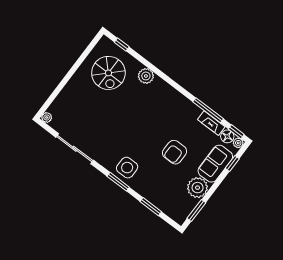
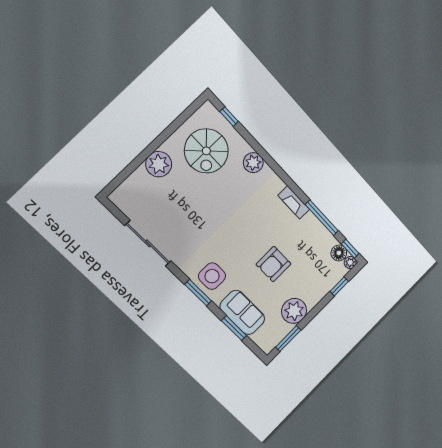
plant: (47, 117) -> (159, 164), moved, width x1.88, depth x1.88
fireplace: (211, 123) -> (294, 202), moved
sofa: (215, 164) -> (242, 312), moved, turned 90

